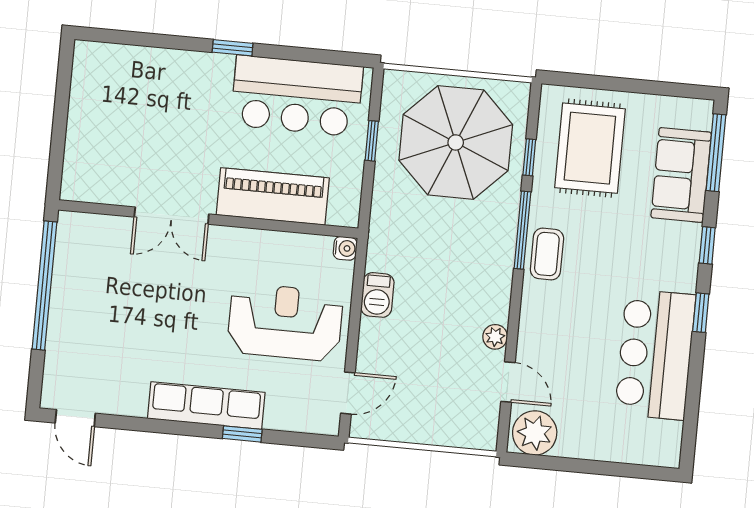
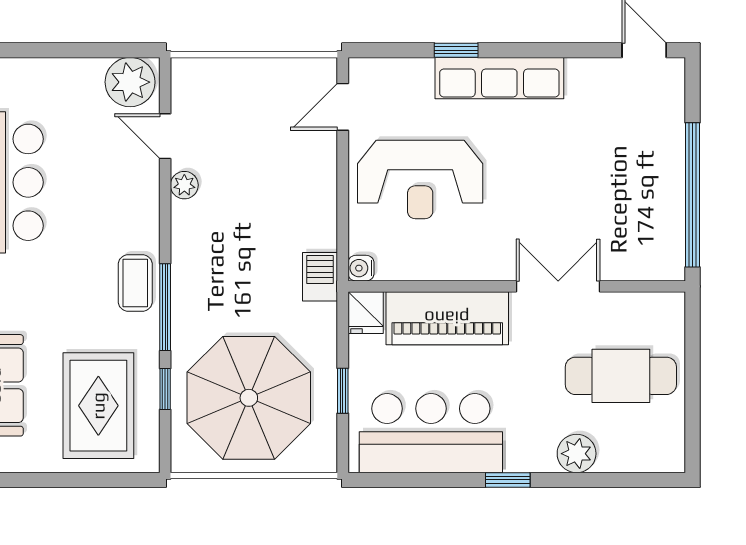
plant: (169, 65) -> (577, 454), added
cafe table: (123, 131) -> (621, 376), added
fridge: (345, 208) -> (366, 313), added
barbecue: (377, 295) -> (320, 277), moved

